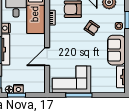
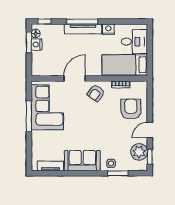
armchair: (92, 28) -> (96, 93), moved
door: (47, 57) -> (75, 78), hinge flipped

